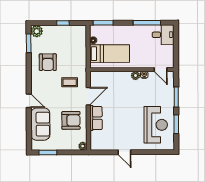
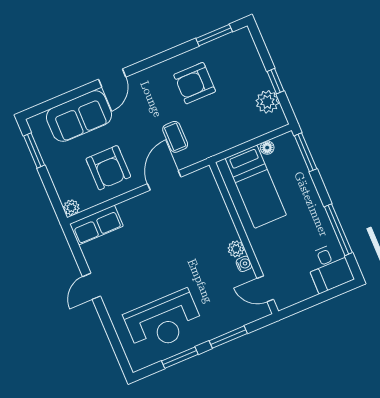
plant: (37, 31) -> (267, 102), moved
door: (160, 69) -> (265, 289), hinge flipped
door: (88, 96) -> (164, 180), swing flipped
row of seats: (96, 118) -> (96, 225), moved

